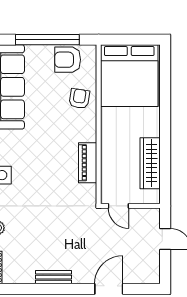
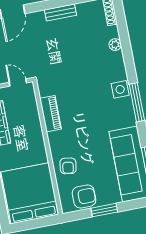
window: (47, 40) -> (104, 210), width x0.47

